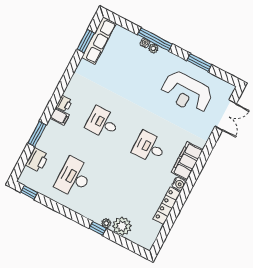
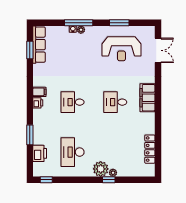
filing cabinet: (60, 117) -> (39, 92), moved
water cooler: (179, 184) -> (150, 117), removed
locker: (167, 206) -> (150, 149), moved
plant: (122, 226) -> (101, 169), moved

